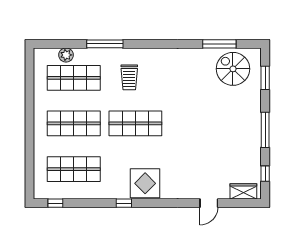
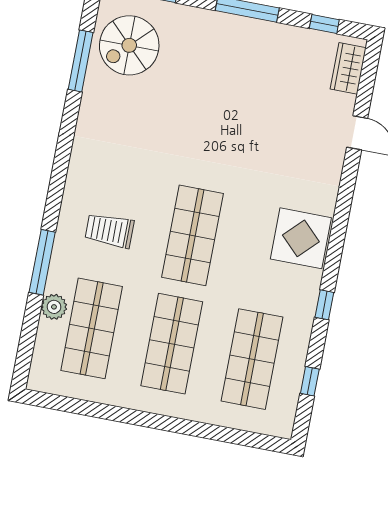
plant: (66, 55) -> (54, 307), moved
trolley: (129, 77) -> (109, 231), turned 180
window: (55, 203) -> (310, 381), moved
window: (124, 203) -> (324, 305), moved

